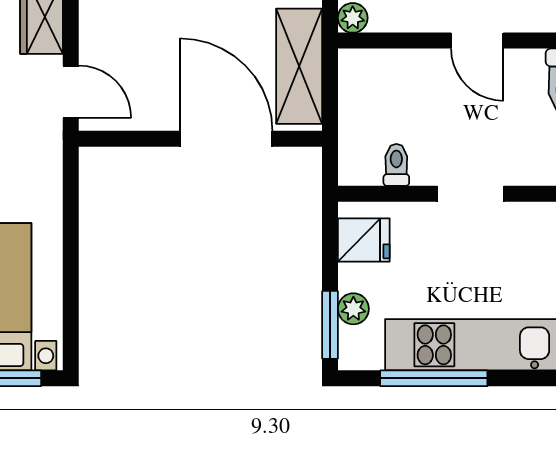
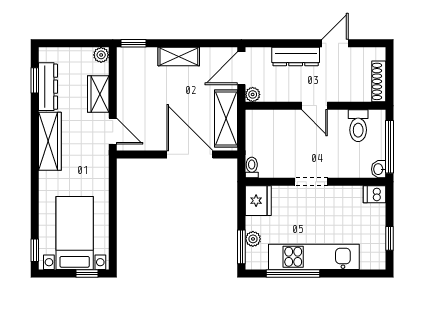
toilet: (396, 165) -> (252, 167), moved
fridge: (364, 240) -> (258, 201), width x1.38

